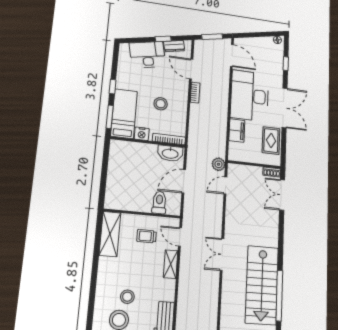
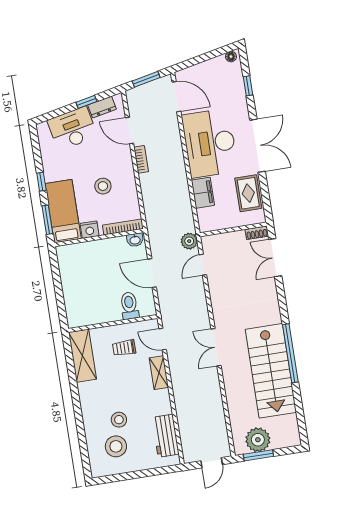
washbasin: (170, 153) -> (135, 240), width x0.52, depth x0.69
door: (184, 181) -> (152, 273), hinge flipped
window: (279, 296) -> (290, 353), moved

